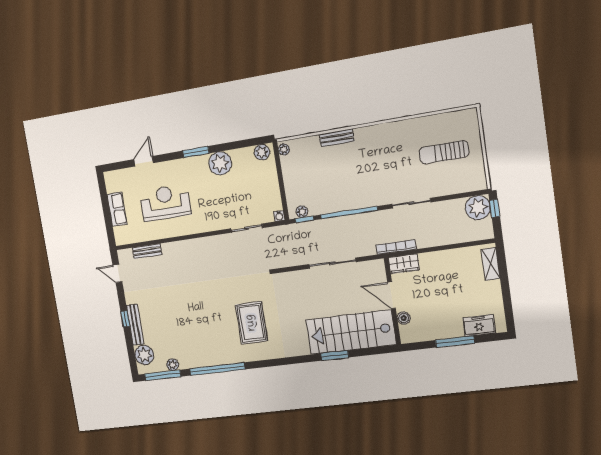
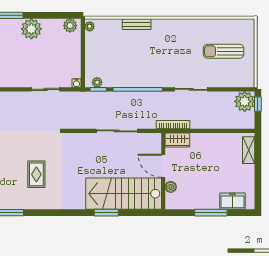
rug: (251, 323) -> (36, 174), width x0.73, depth x0.70

